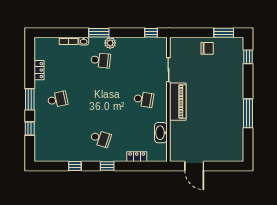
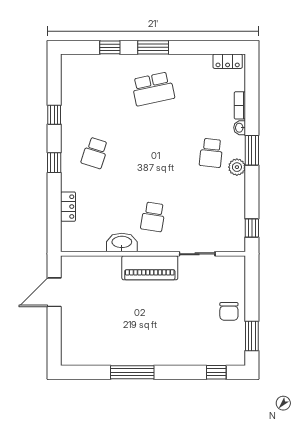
locker: (39, 70) -> (228, 61), moved
school desk: (58, 99) -> (153, 89), width x1.85
washbasin: (161, 133) -> (122, 243), moved

